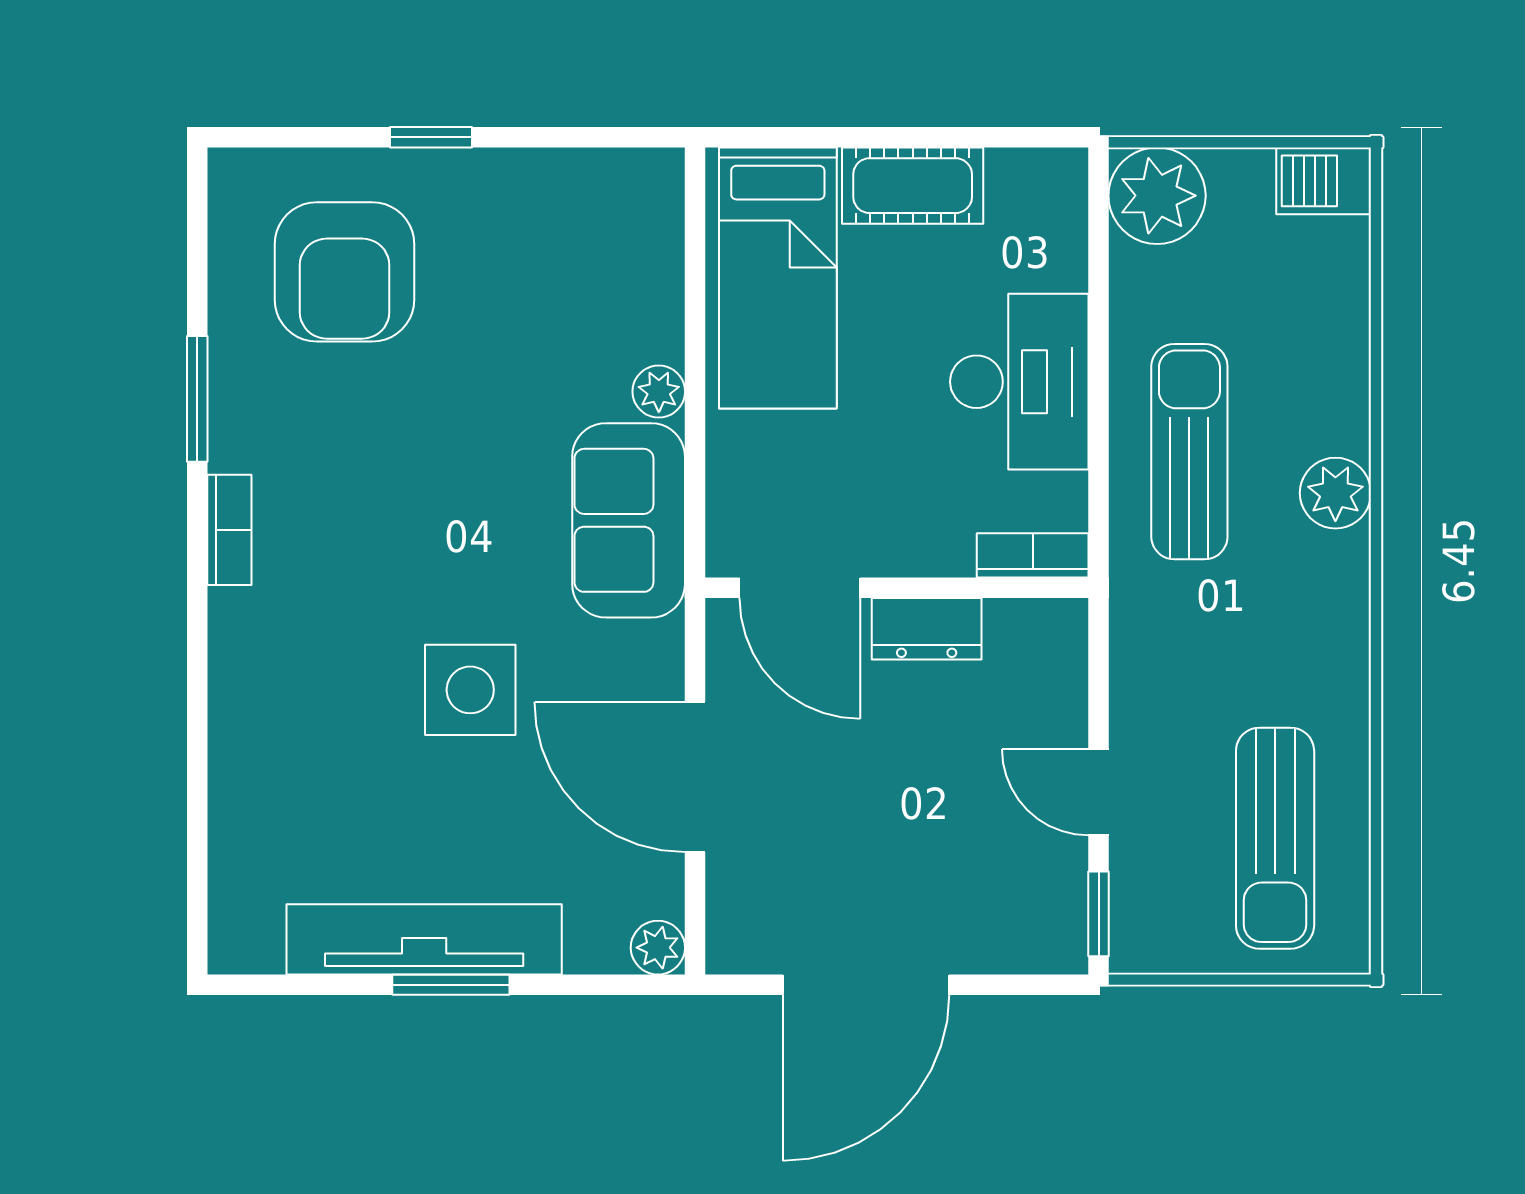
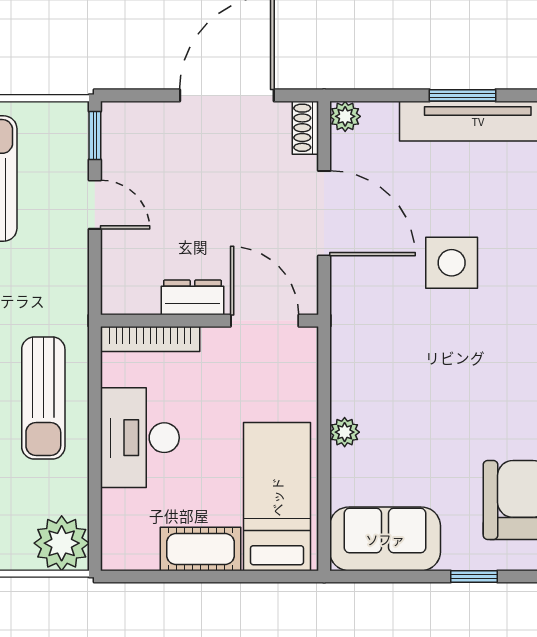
sofa: (629, 520) -> (385, 539), moved, turned -90
bookcase: (1033, 555) -> (150, 339), width x1.56
shoe rack: (728, 928) -> (305, 128), added

